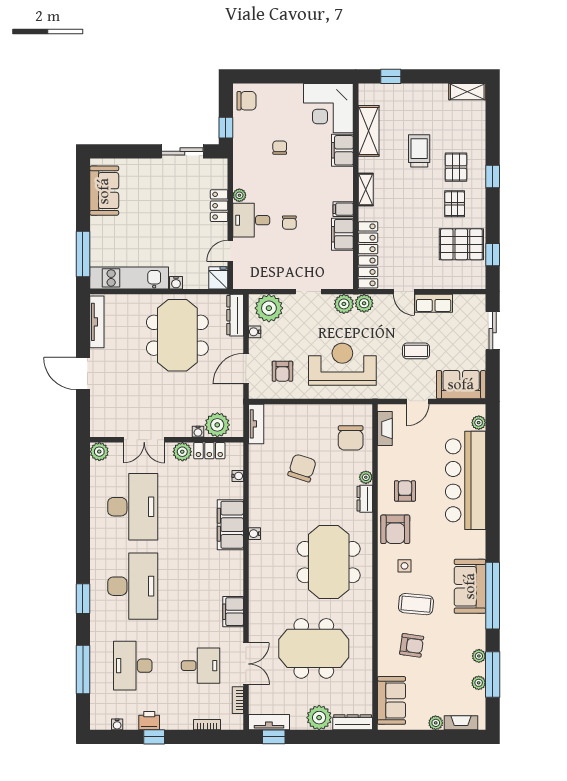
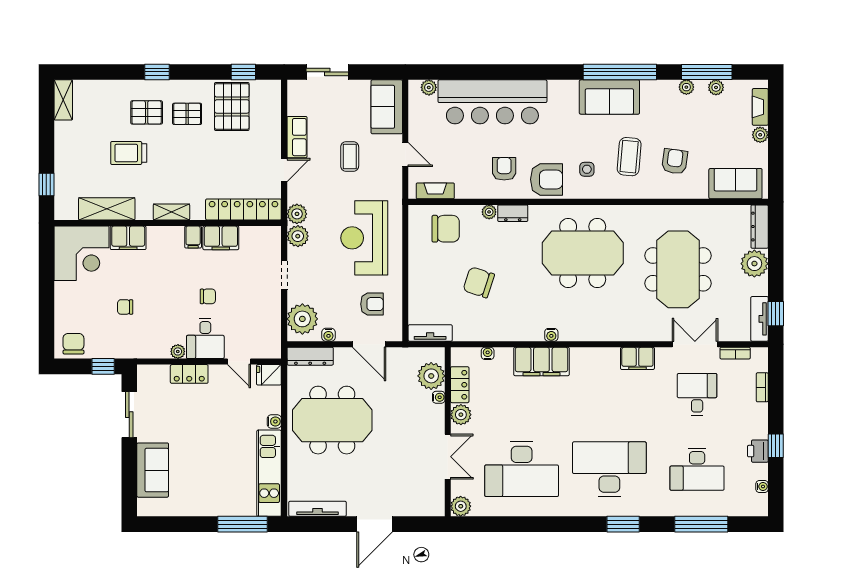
sofa: (104, 191) -> (153, 470), moved, turned 90
armchair: (405, 491) -> (504, 169), turned 90
desk: (133, 507) -> (522, 469), turned 180

